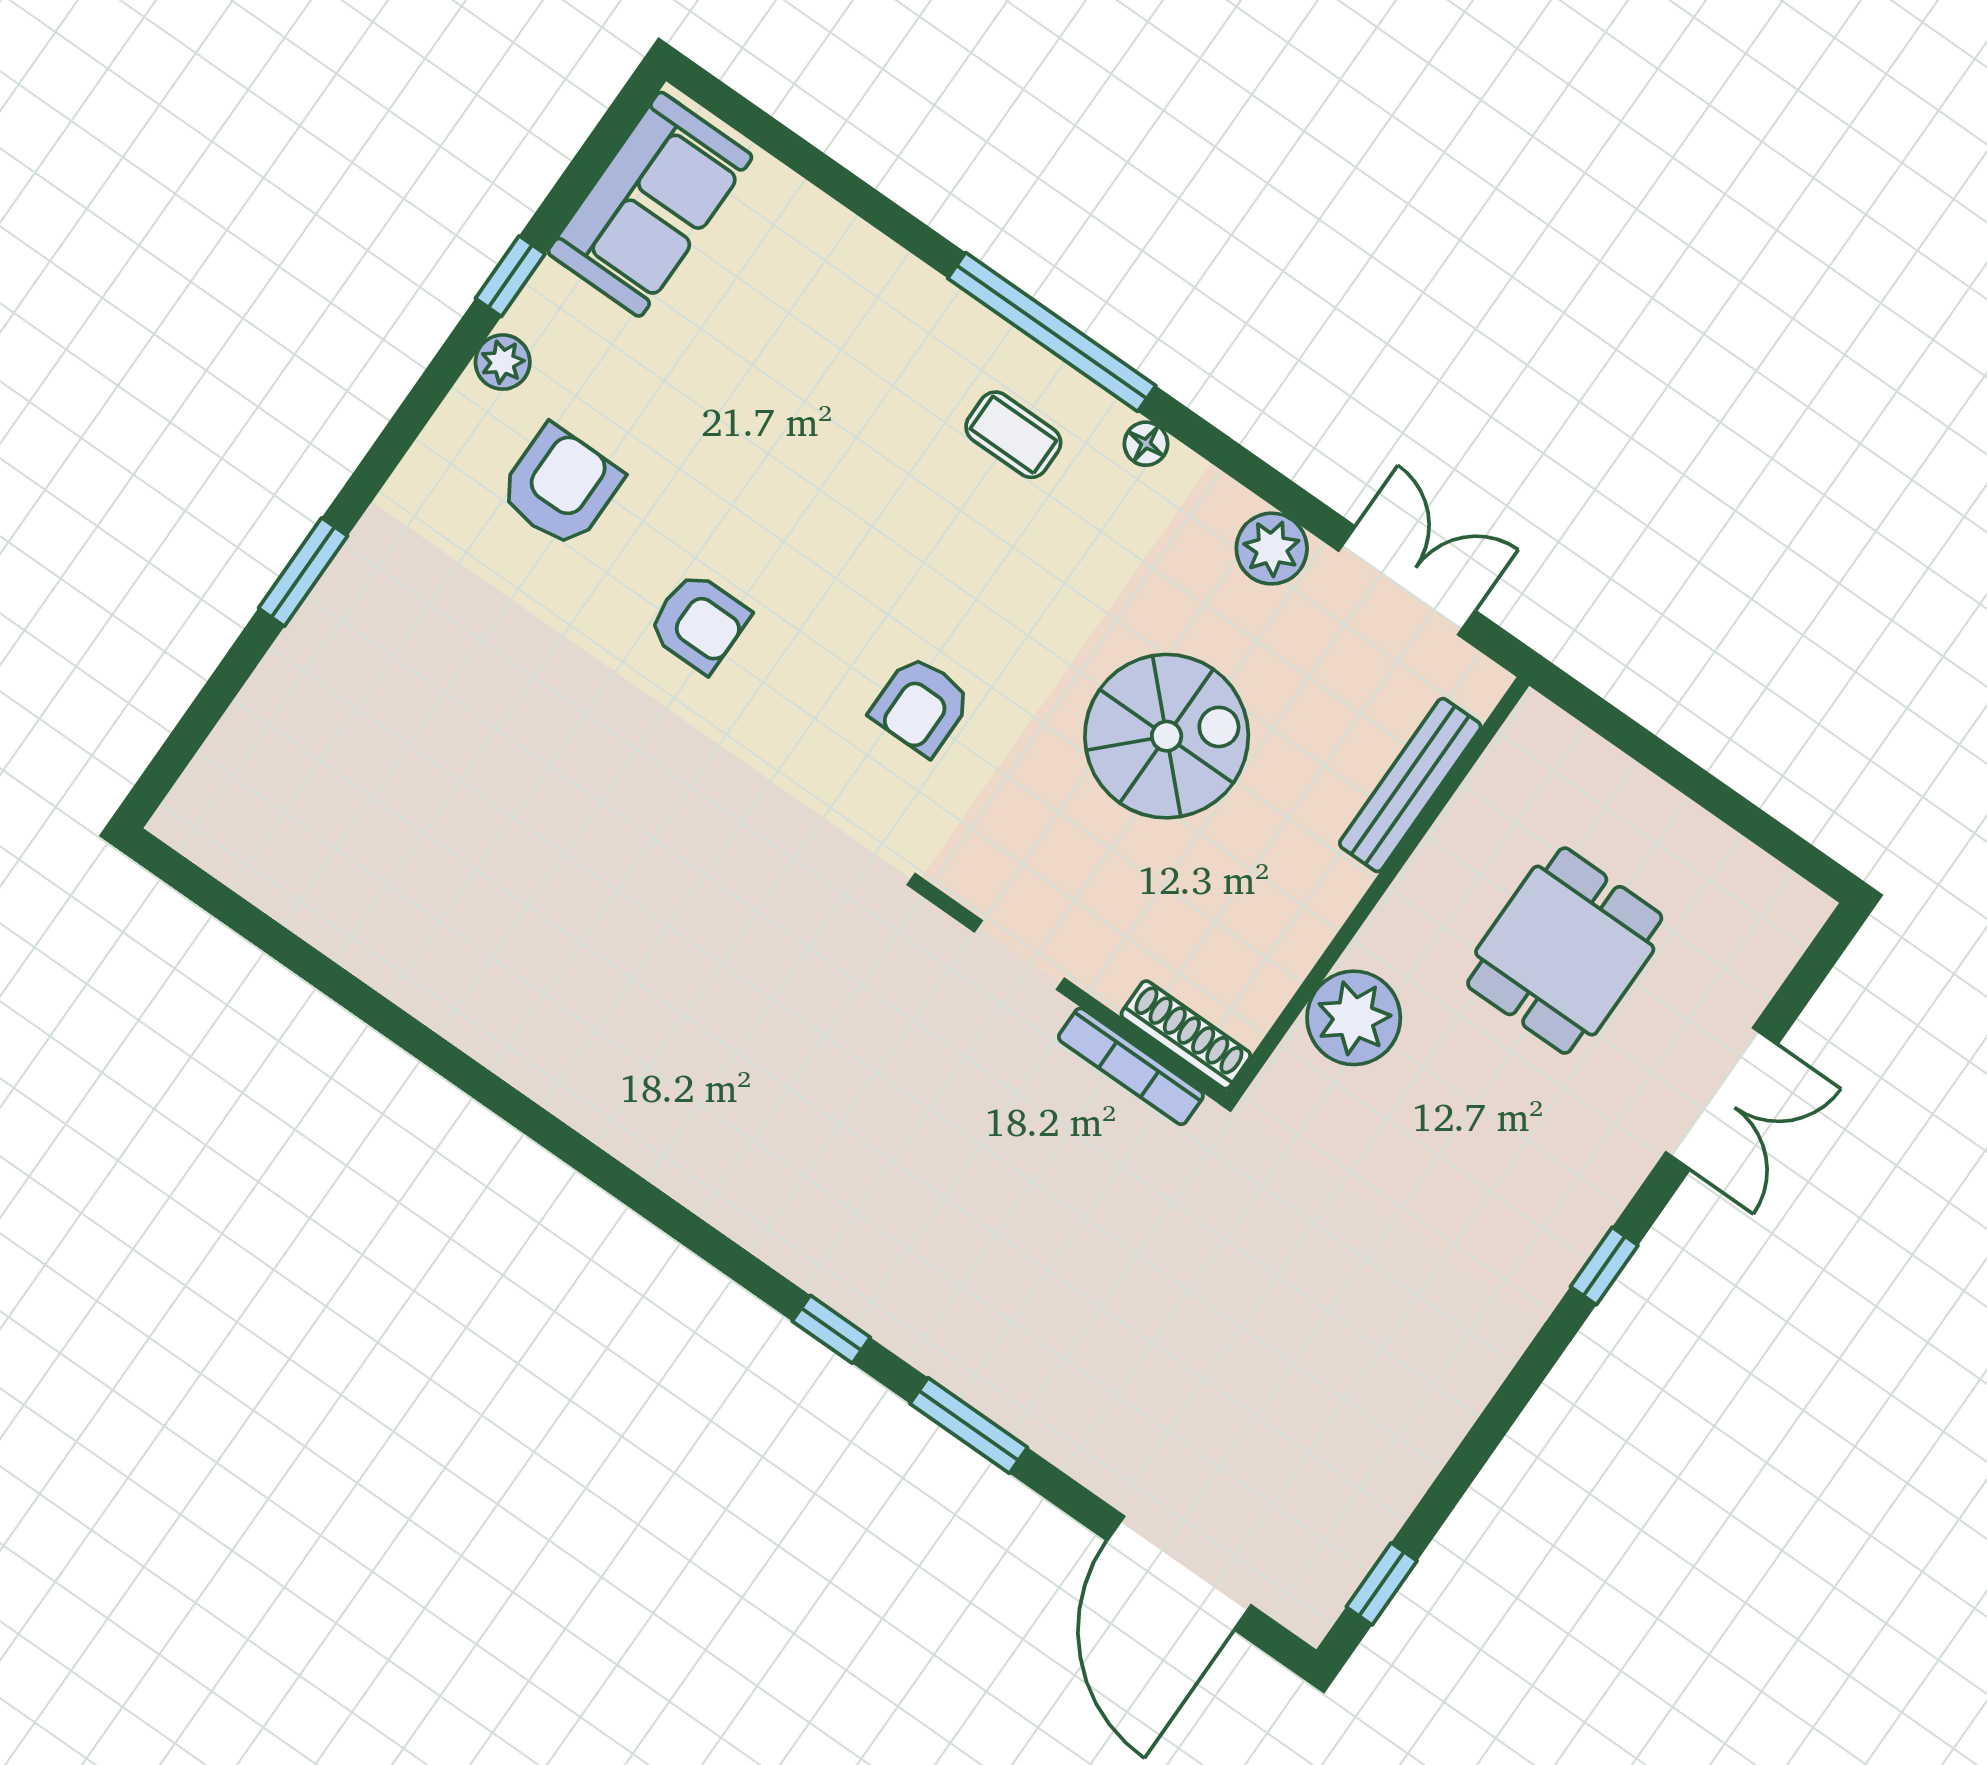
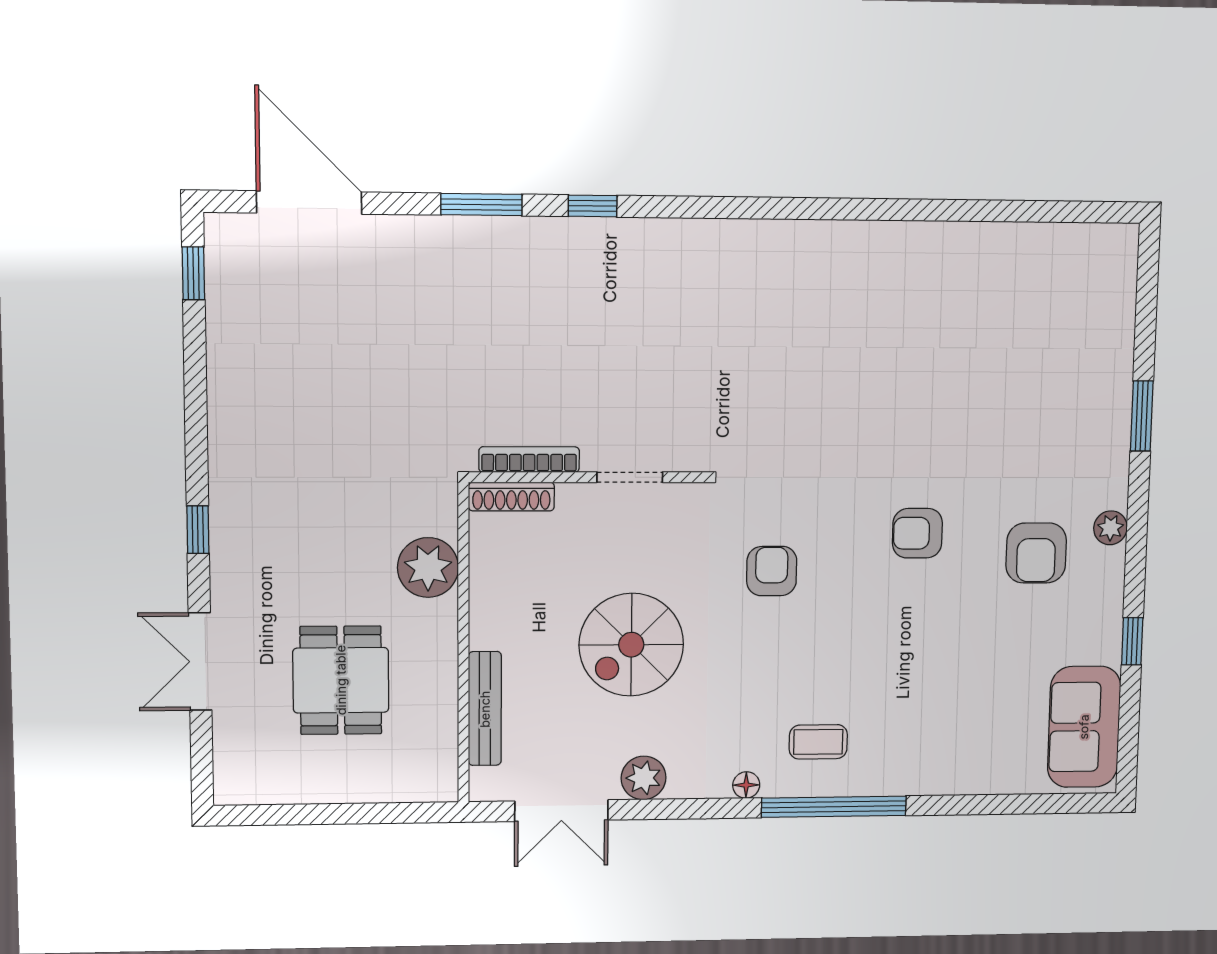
plant: (503, 362) -> (1110, 528), moved

